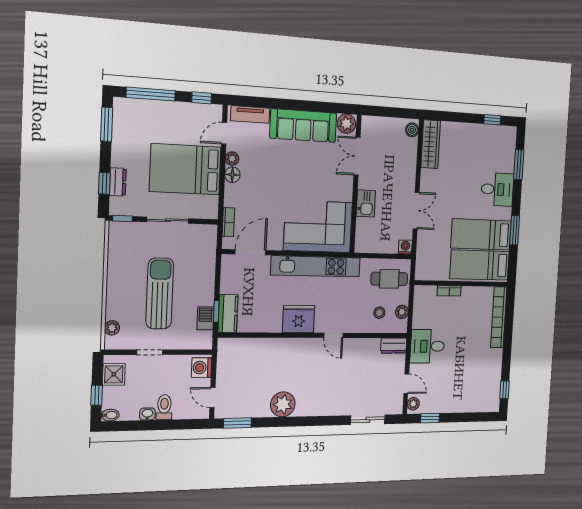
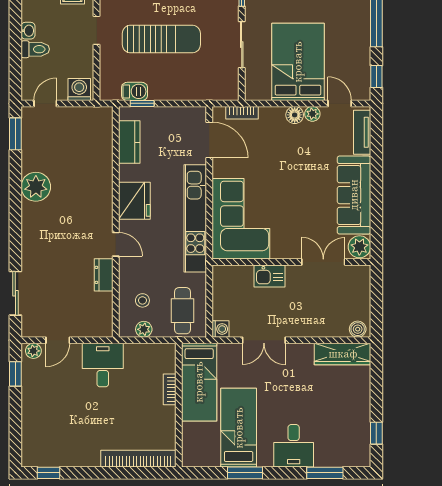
bed: (480, 265) -> (199, 382), moved, turned 180
kitchen counter: (228, 314) -> (129, 142), moved, turned -90
door: (333, 335) -> (116, 244), swing flipped
dresser: (394, 346) -> (104, 275), moved

